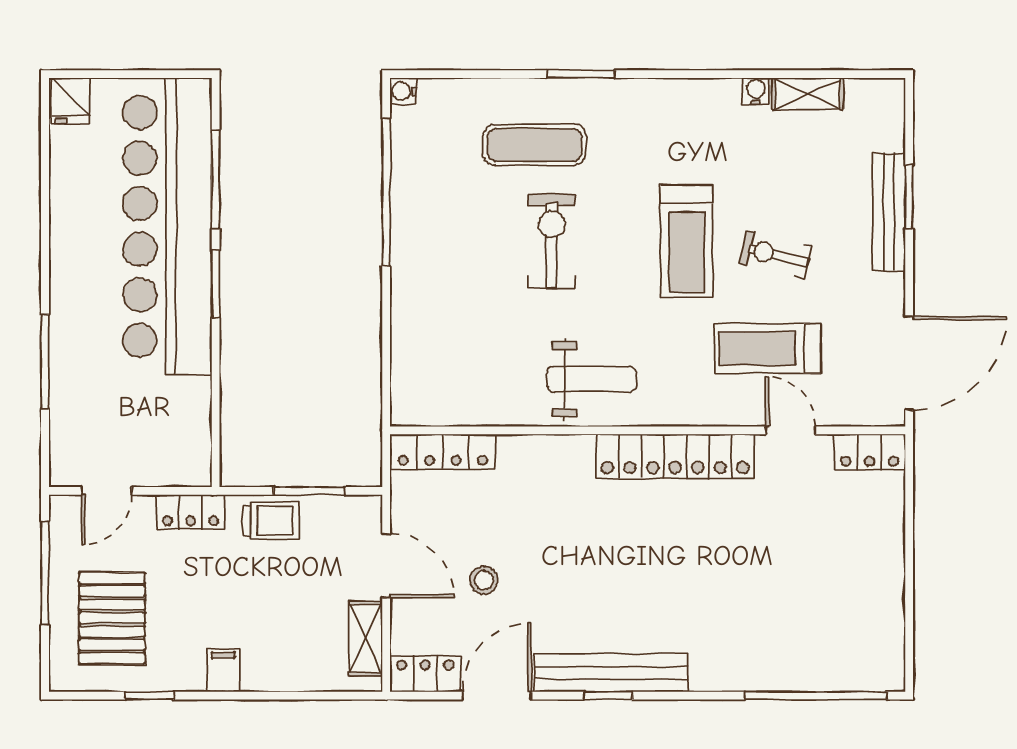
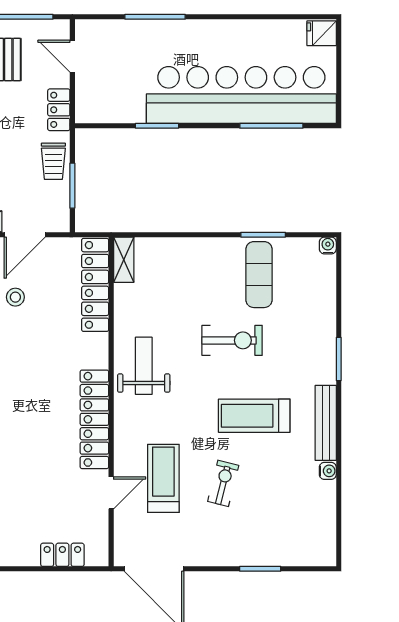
shelving: (808, 94) -> (124, 260), moved
exercise mat: (534, 145) -> (259, 275), moved
window: (386, 192) -> (263, 235), width x0.47
bench: (889, 212) -> (326, 423), moved, turned 90
treadmill: (687, 241) -> (254, 416), moved
window: (216, 284) -> (157, 126), moved
weight bench: (591, 379) -> (144, 366), turned 180
locker: (443, 452) -> (95, 285), width x1.41, depth x1.21
locker: (870, 452) -> (62, 555), moved, turned 90

